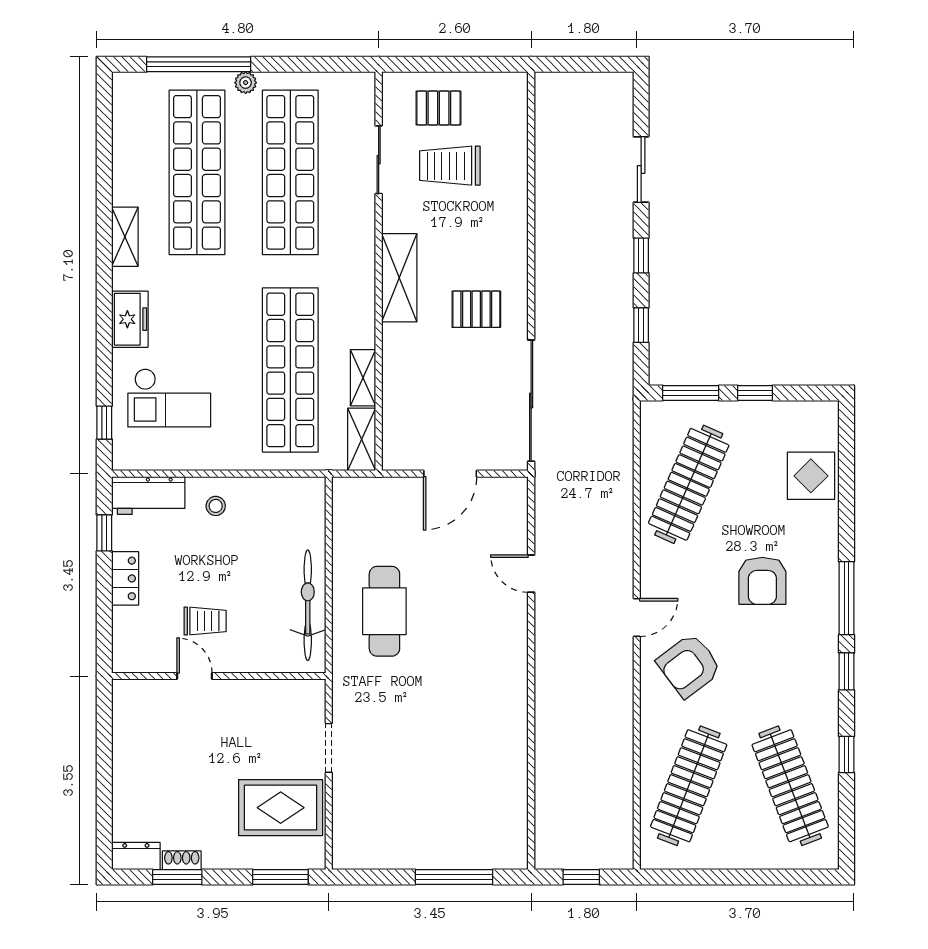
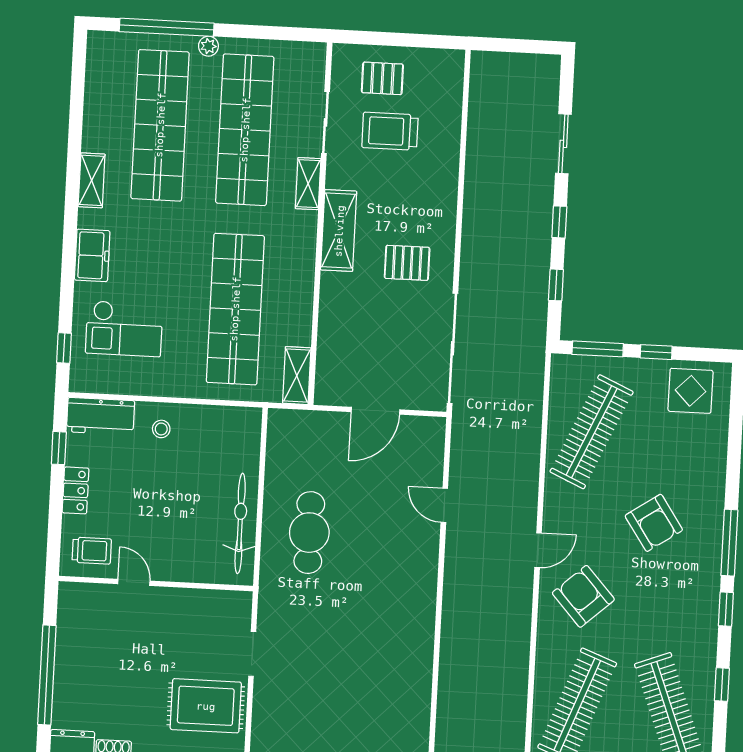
shelving: (363, 378) -> (308, 184), moved
display table: (811, 476) -> (691, 391), moved
armchair: (762, 581) -> (654, 523), turned -34
trolley: (205, 621) -> (92, 551), moved
armchair: (689, 666) -> (583, 596), turned 85
window: (104, 783) -> (47, 675), added

